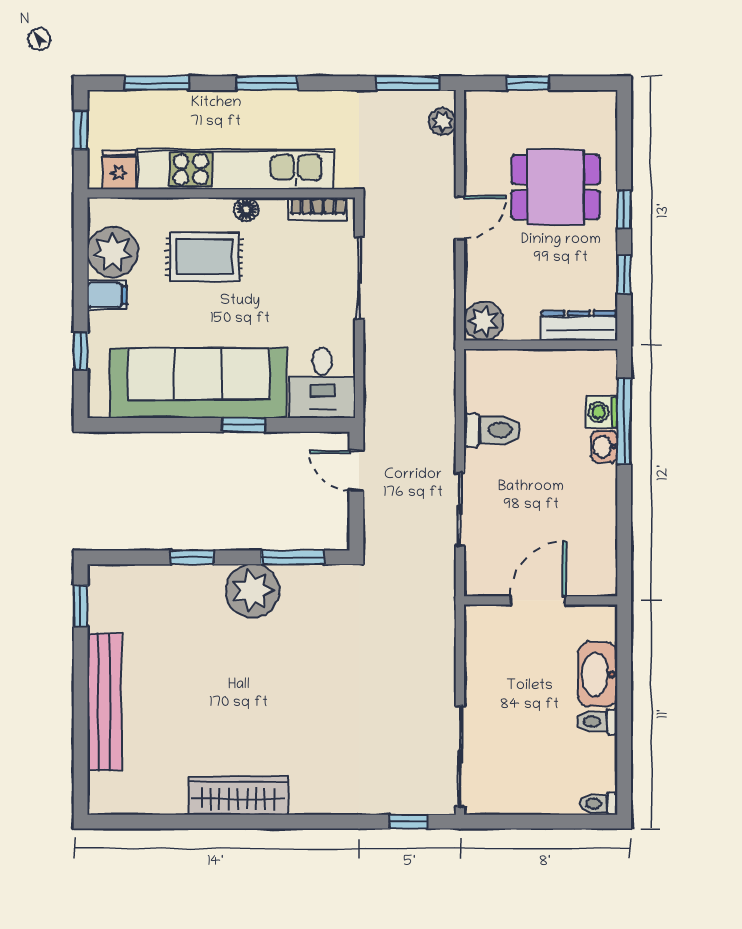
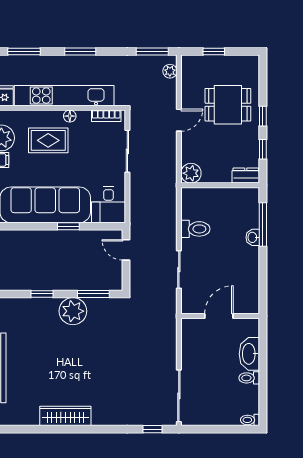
dresser: (579, 326) -> (246, 176), width x0.70
washing machine: (602, 412) -> (251, 220), removed

